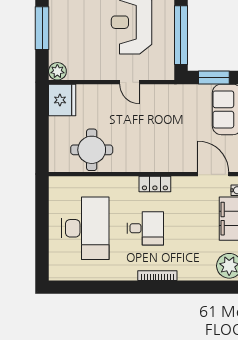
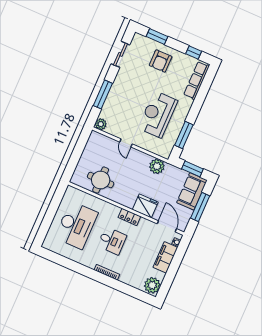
window: (181, 35) -> (184, 135), width x0.68
door: (130, 82) -> (126, 143), moved
plant: (162, 96) -> (157, 166), added
fridge: (62, 100) -> (145, 206), moved, turned -90

